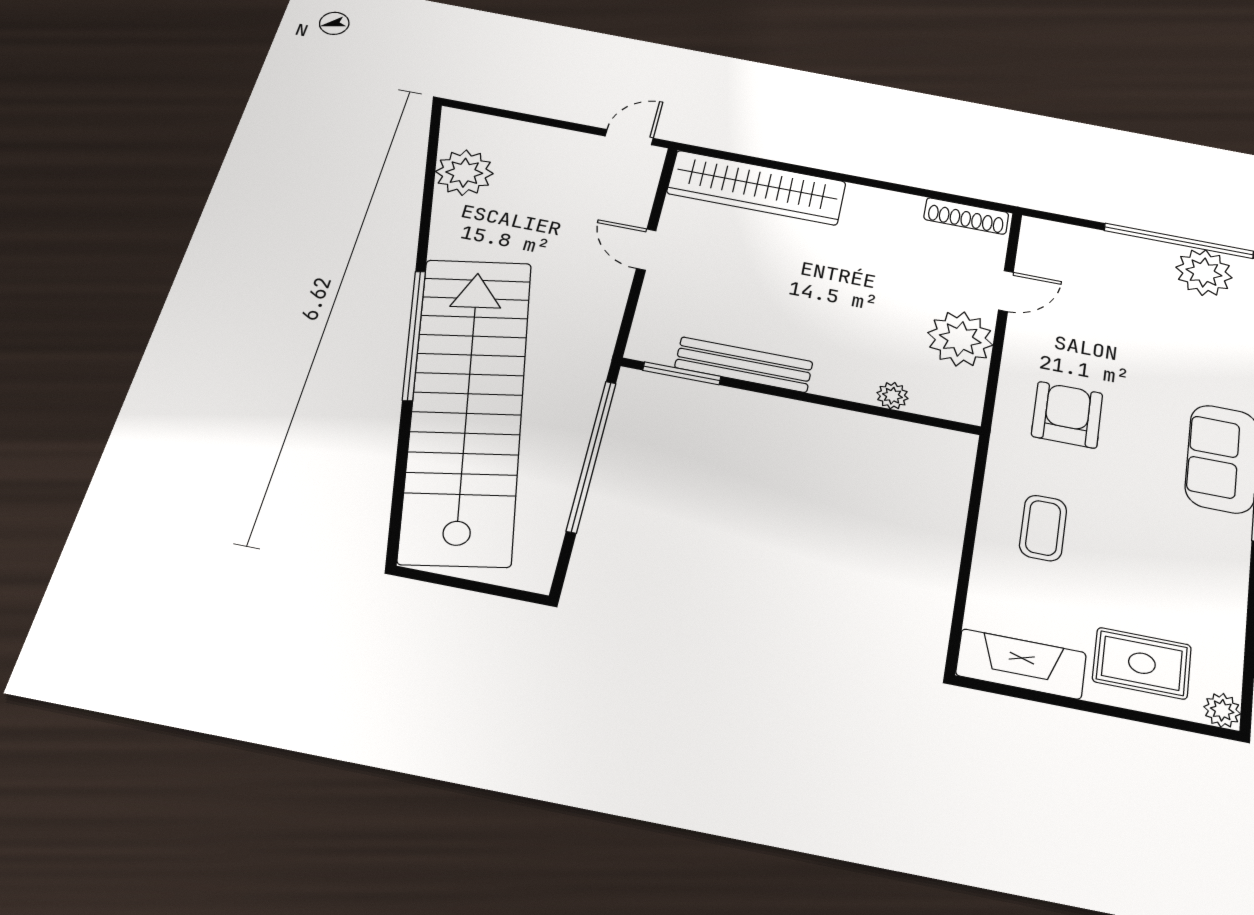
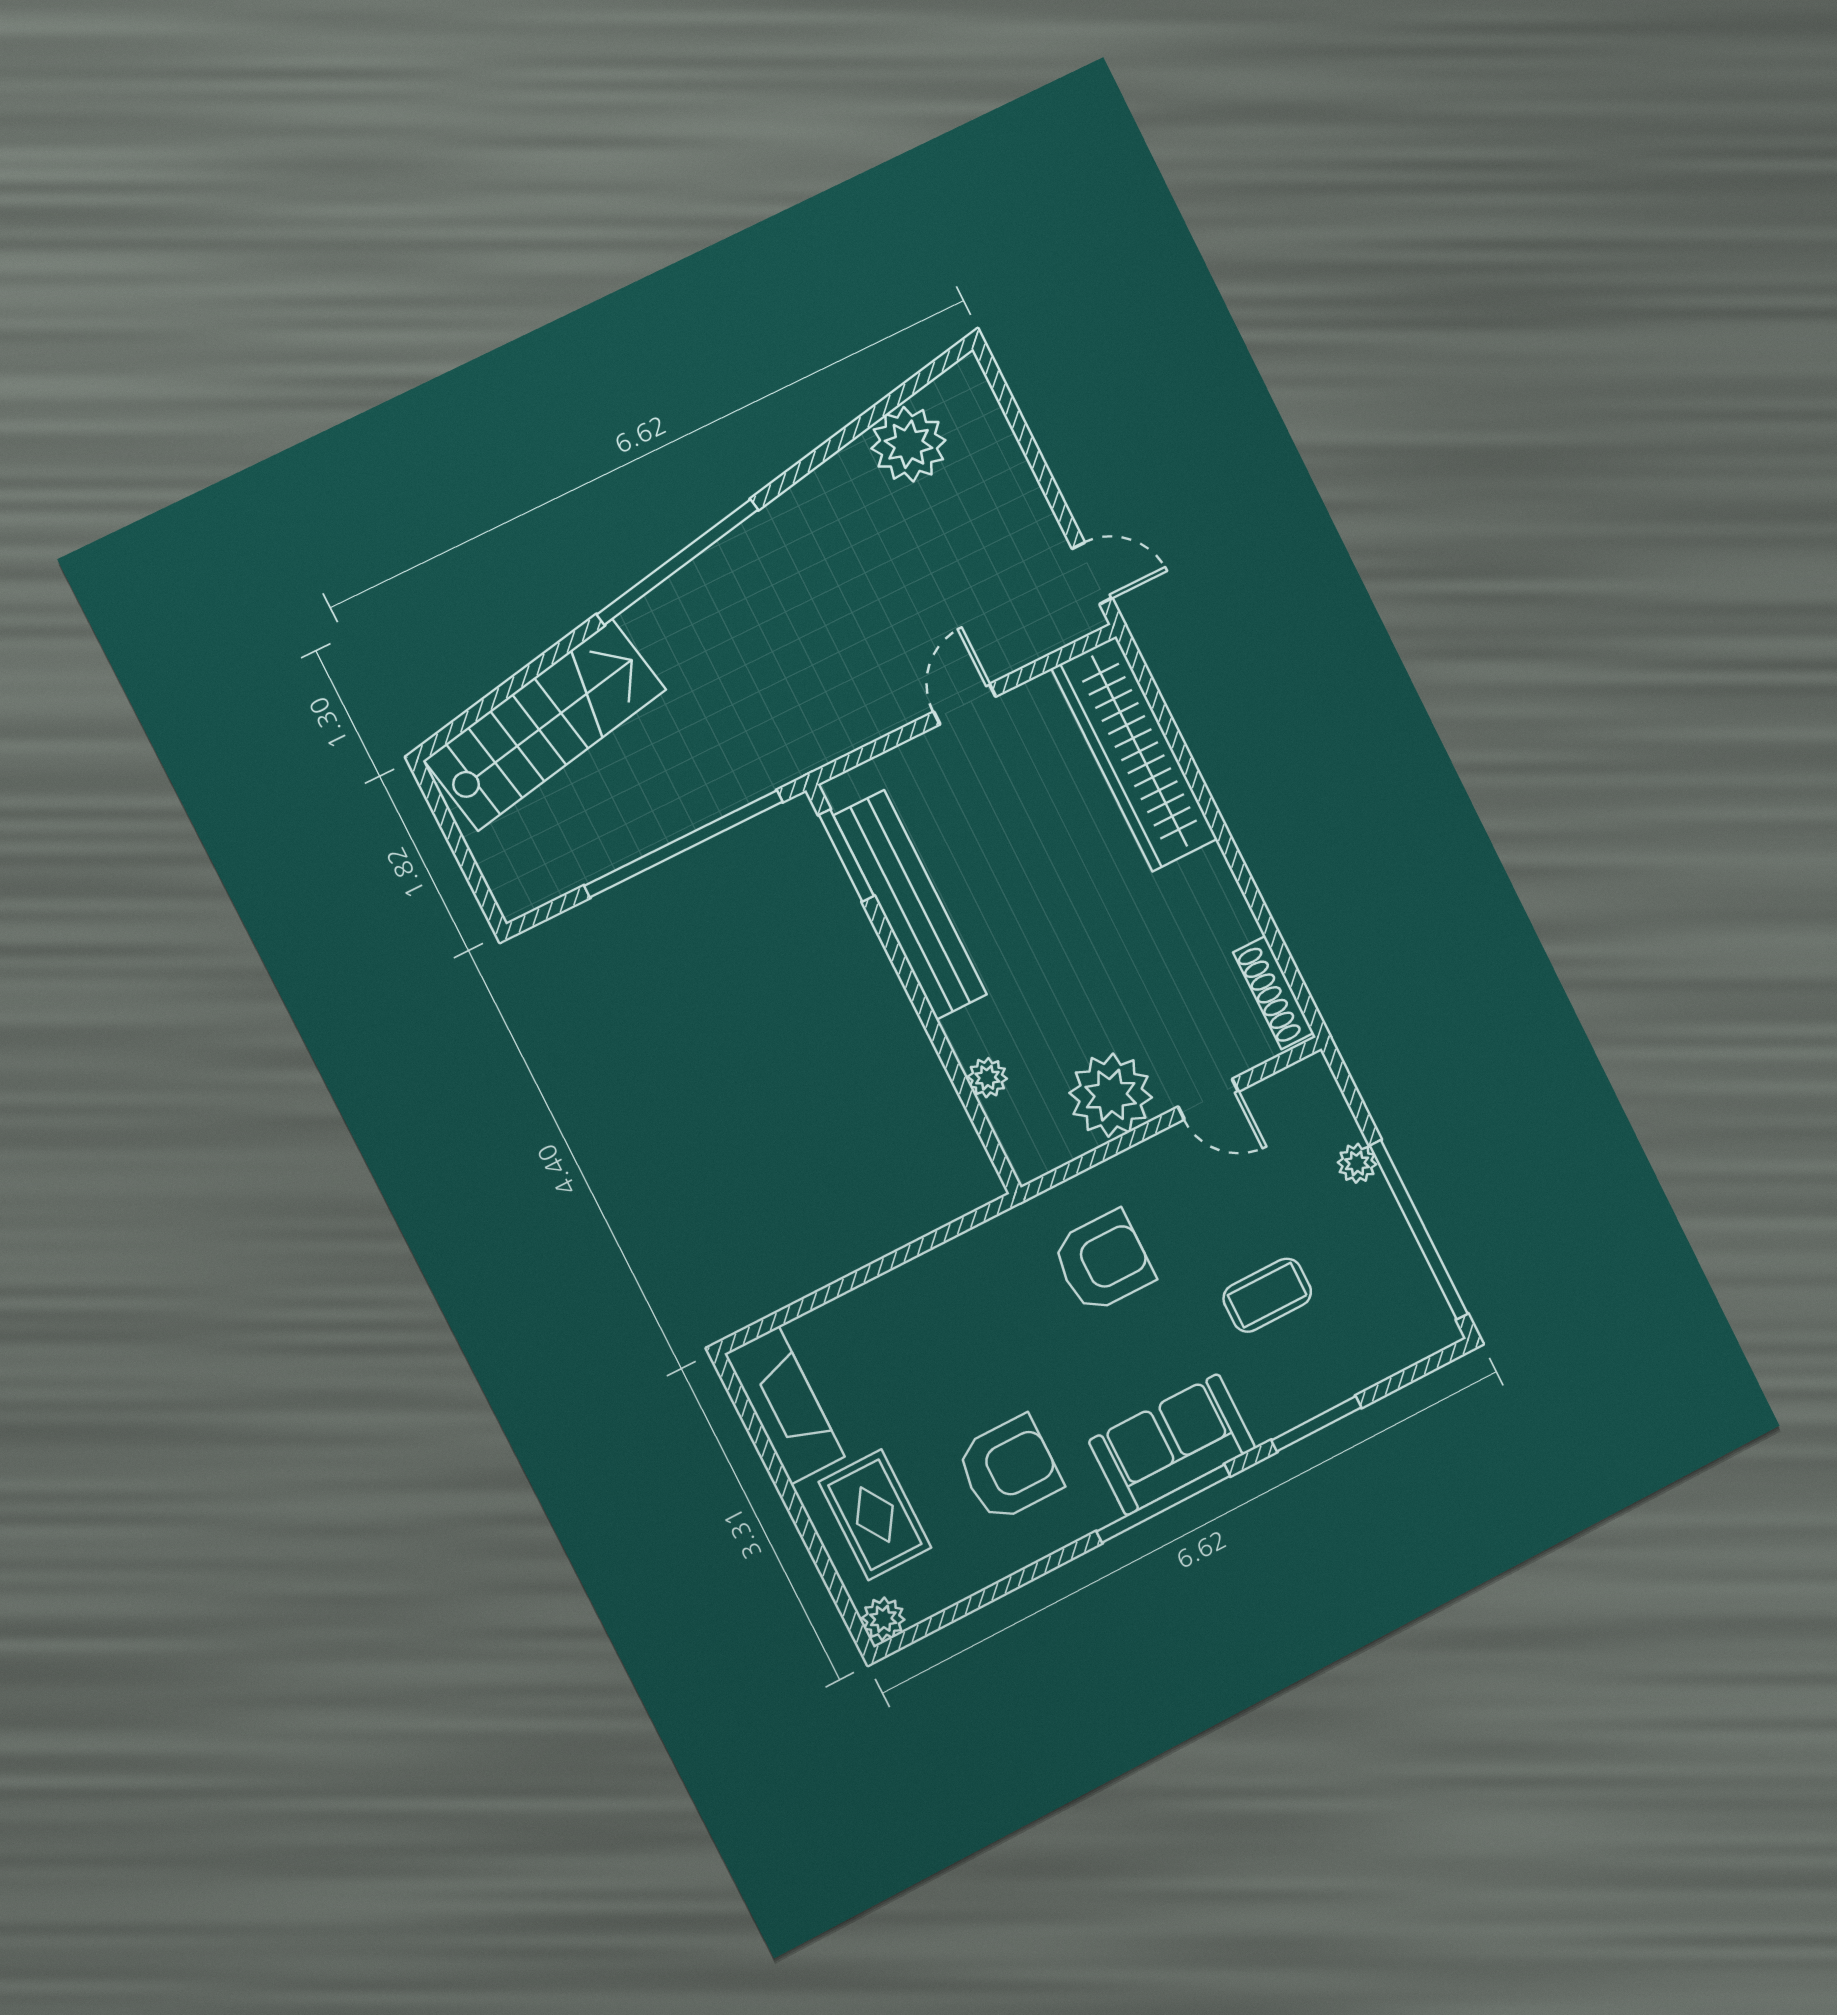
plant: (1204, 272) -> (1357, 1163), moved, width x0.53, depth x0.53
bench: (744, 365) -> (910, 905), width x1.37, depth x1.21
stairs: (467, 407) -> (545, 725), width x0.54, depth x0.66
coffee table: (1043, 528) -> (1267, 1295), moved
armchair: (1169, 561) -> (1009, 1469), added

